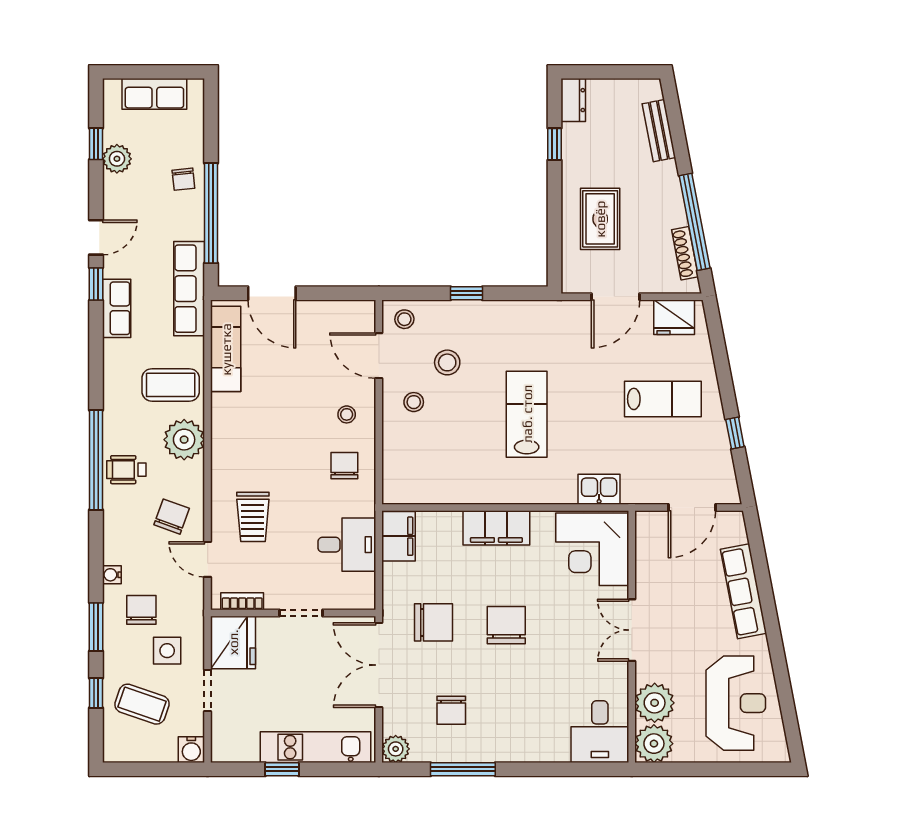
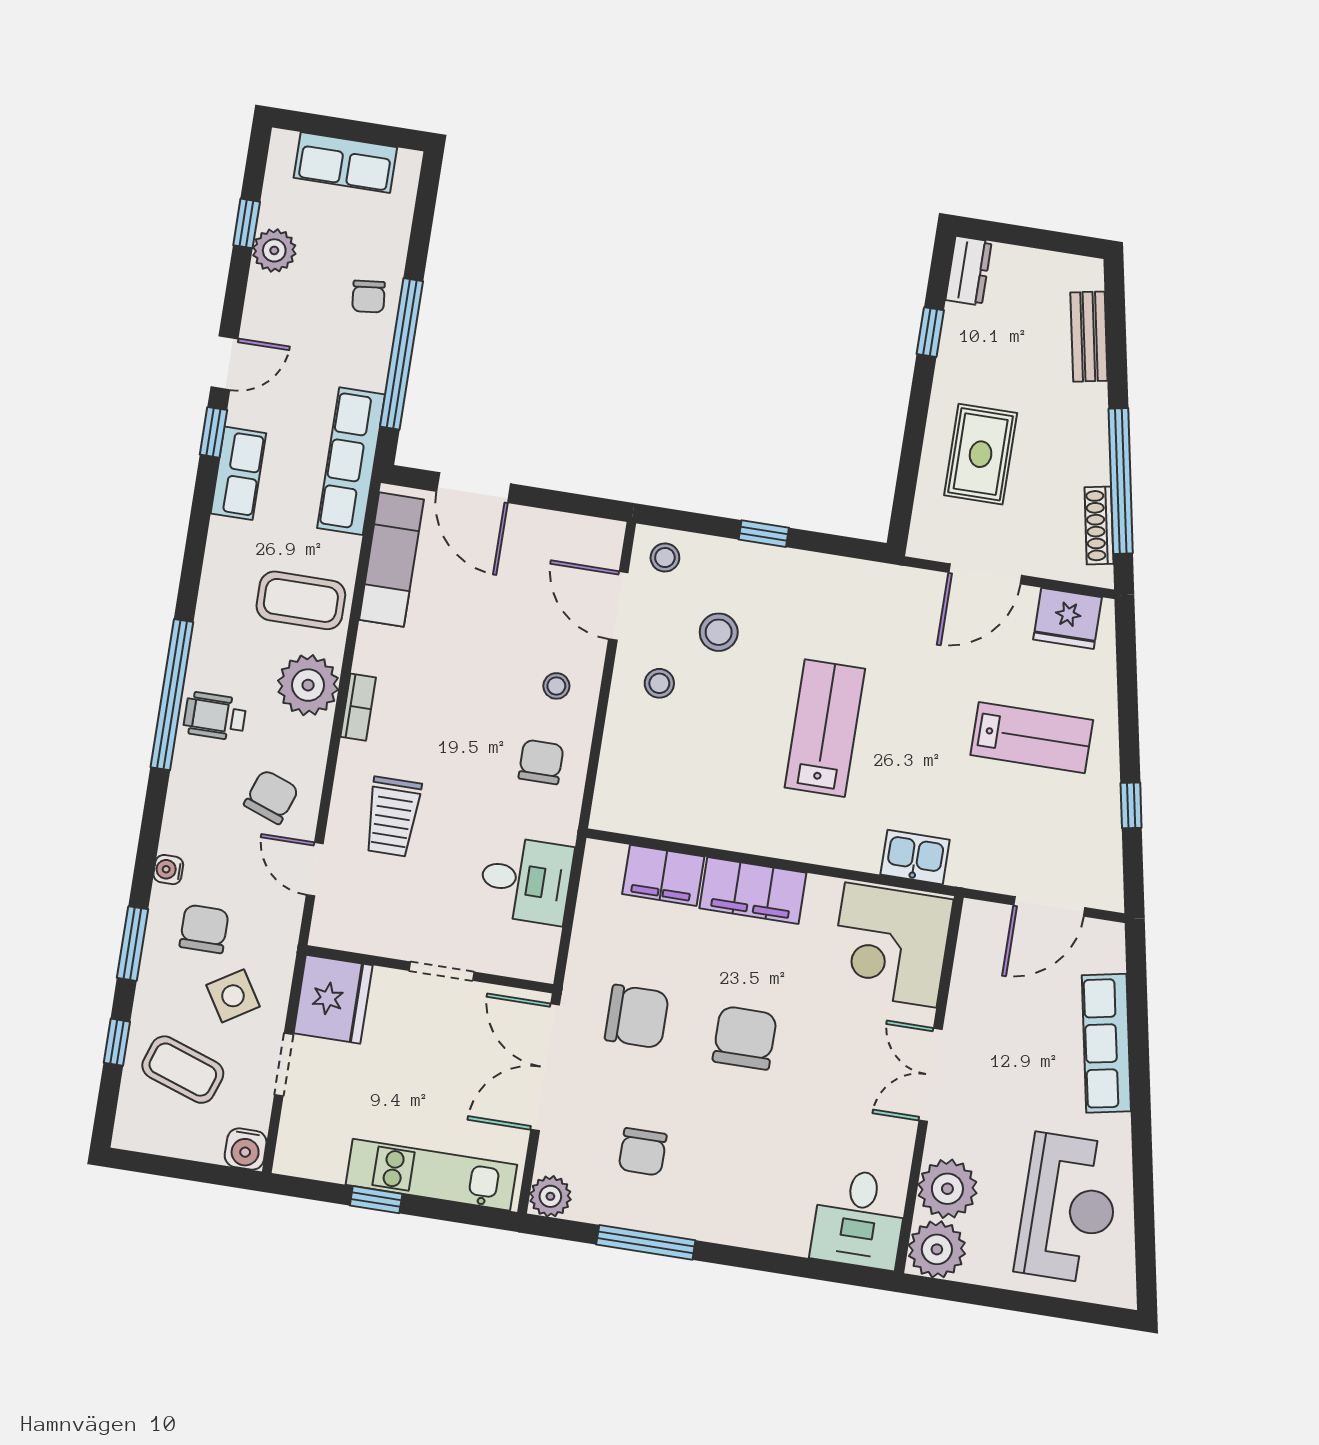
filing cabinet: (399, 536) -> (663, 875), moved, turned 90
bookcase: (242, 601) -> (358, 707), moved, turned 90
side table: (167, 651) -> (233, 996), turned -32

